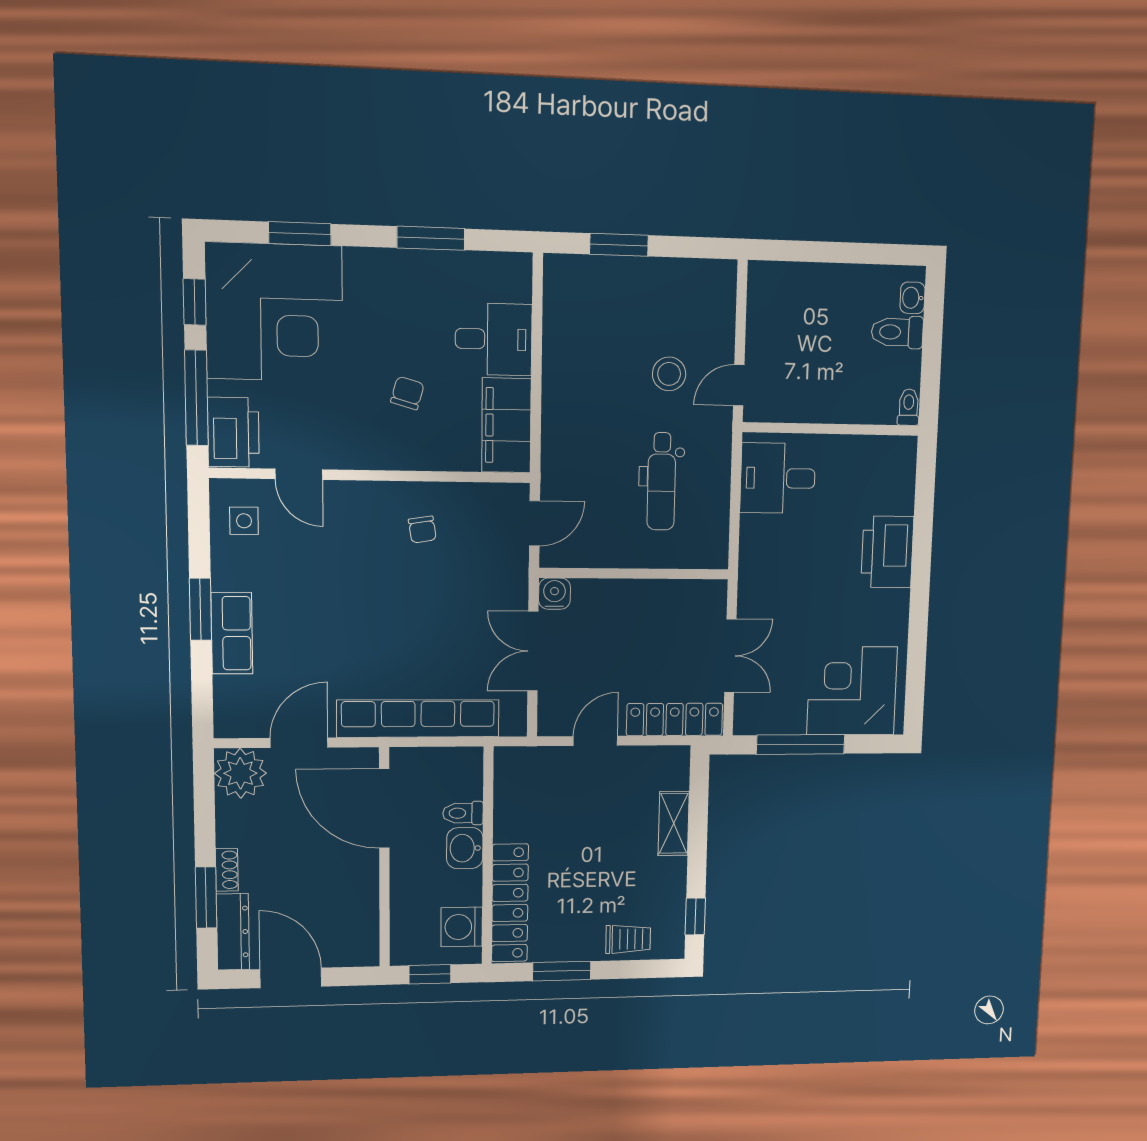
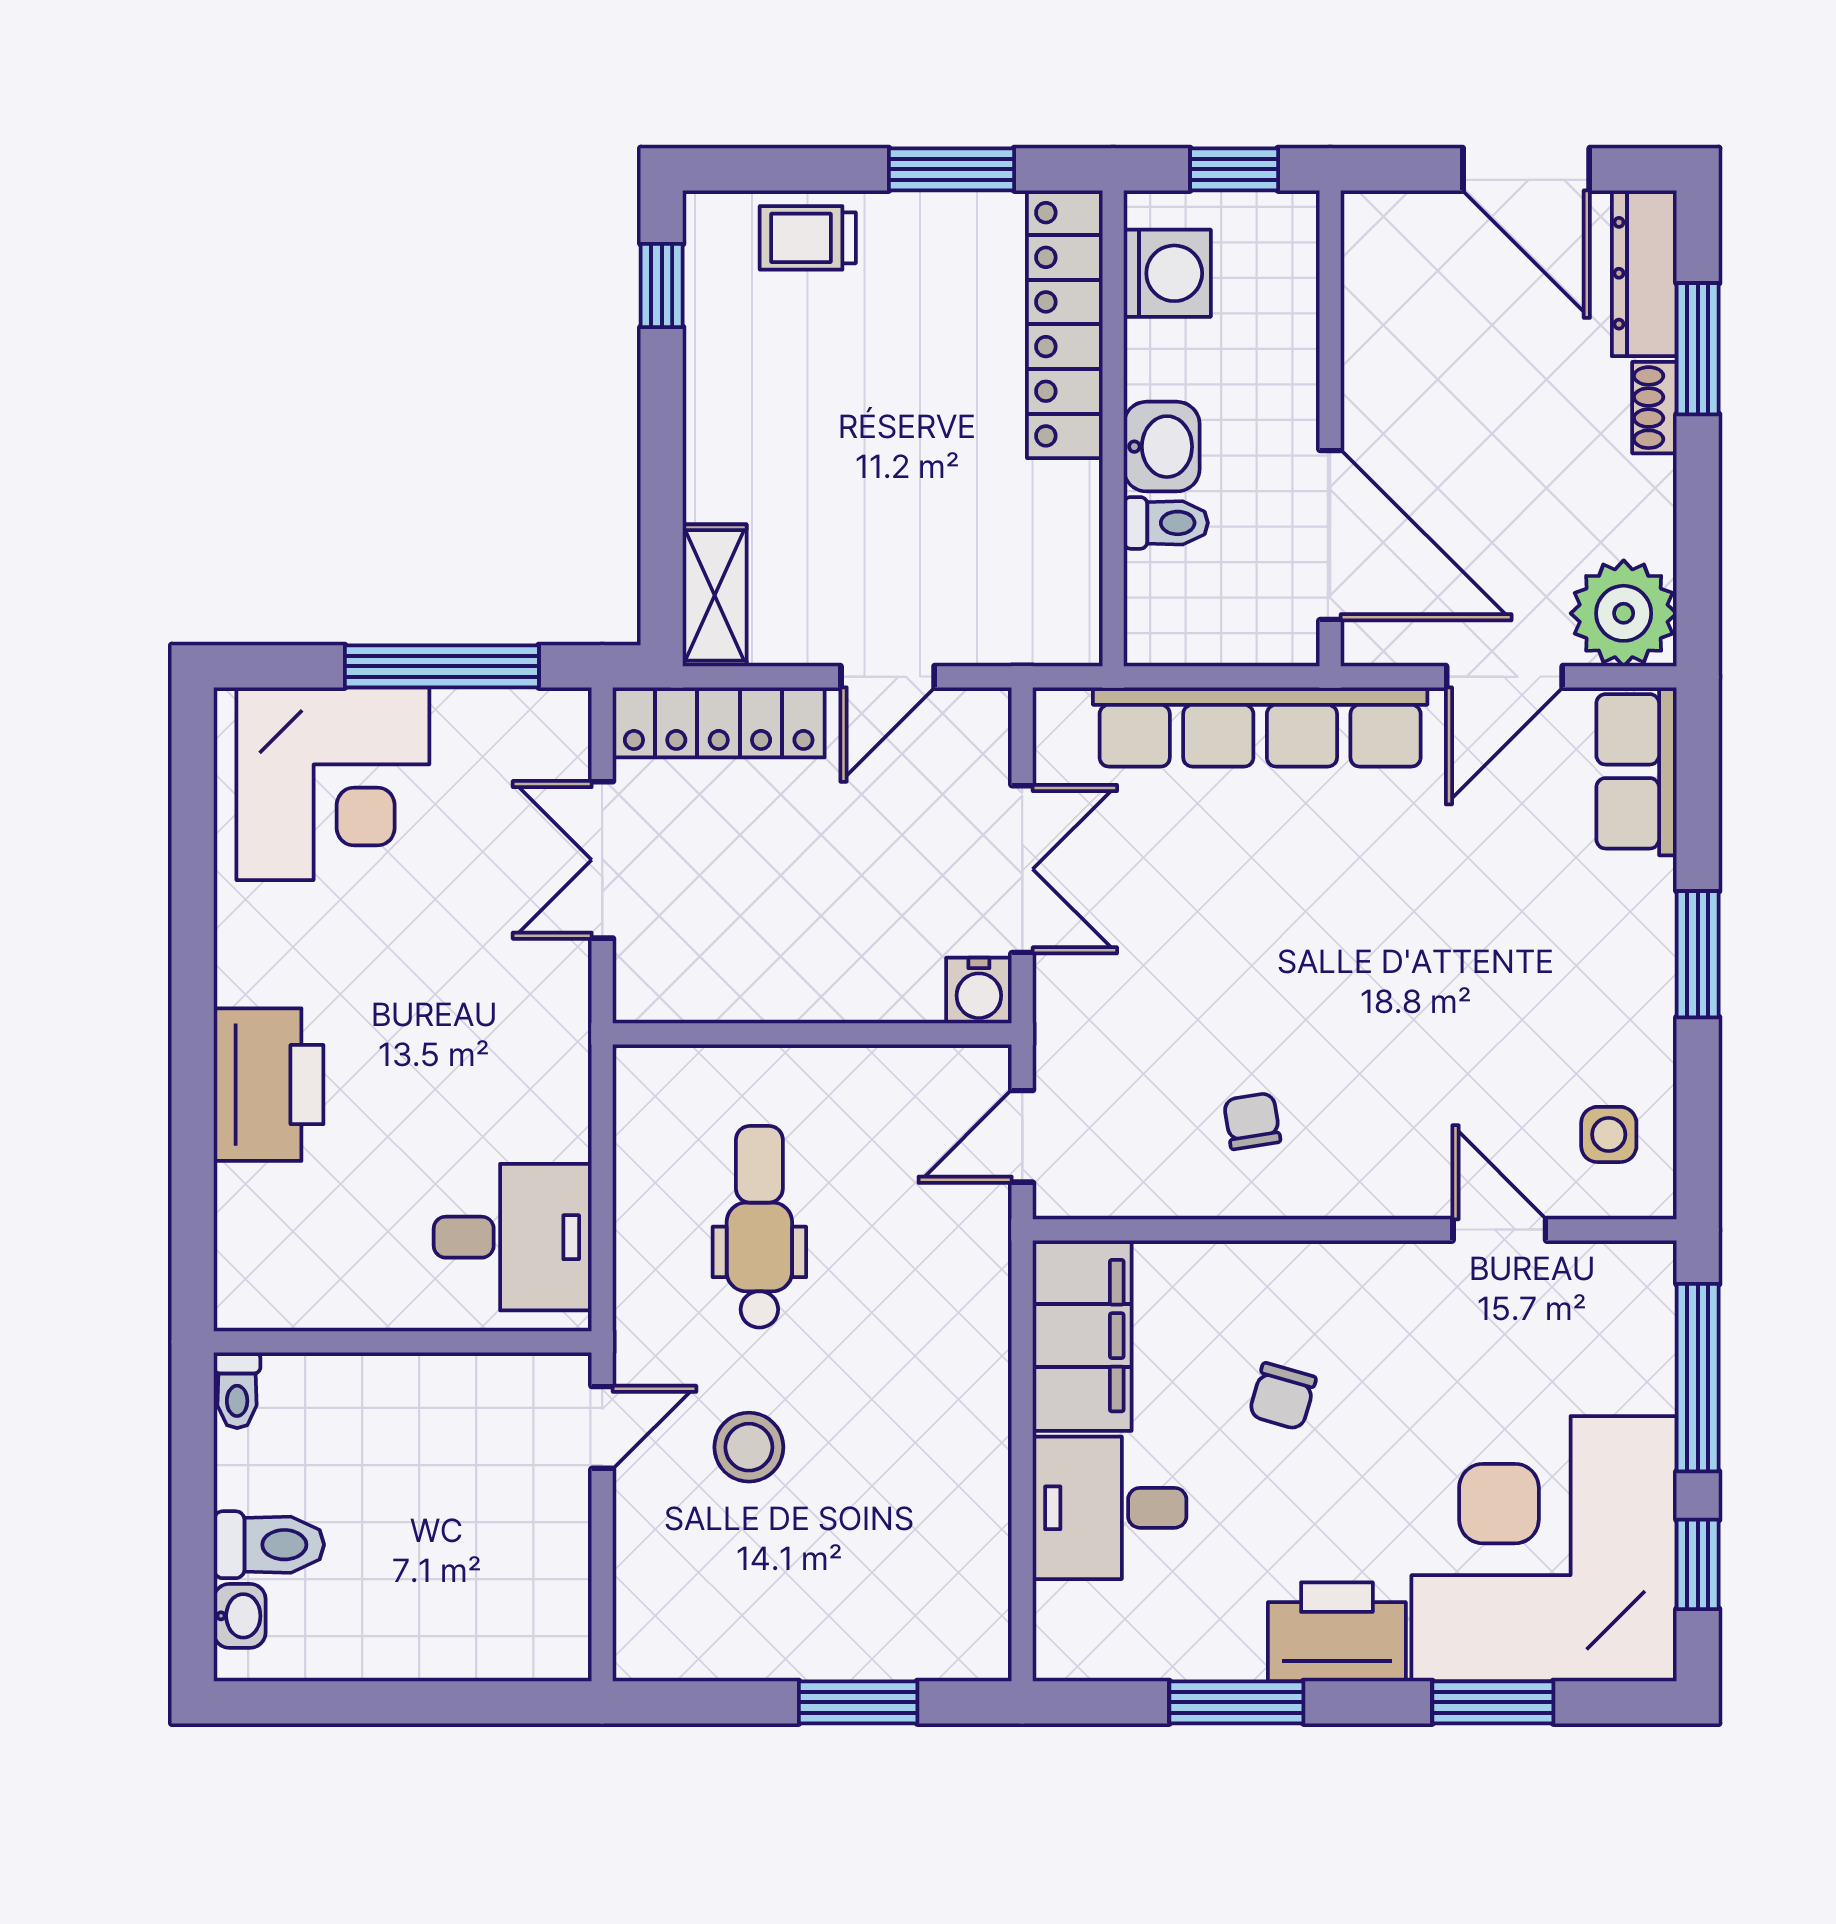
printer: (233, 432) -> (1337, 1632), moved, turned 90
row of seats: (232, 633) -> (1637, 771), moved
shelving: (674, 823) -> (715, 595), moved

